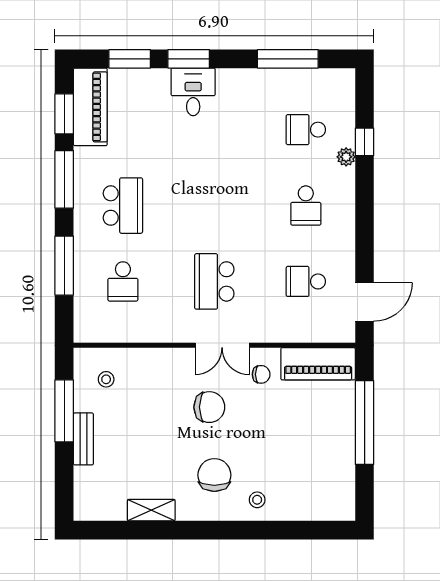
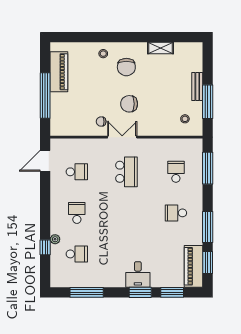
school desk: (123, 206) -> (176, 213), width x0.54
window: (64, 266) -> (208, 168), moved
piano: (318, 364) -> (59, 72), moved, turned 90

